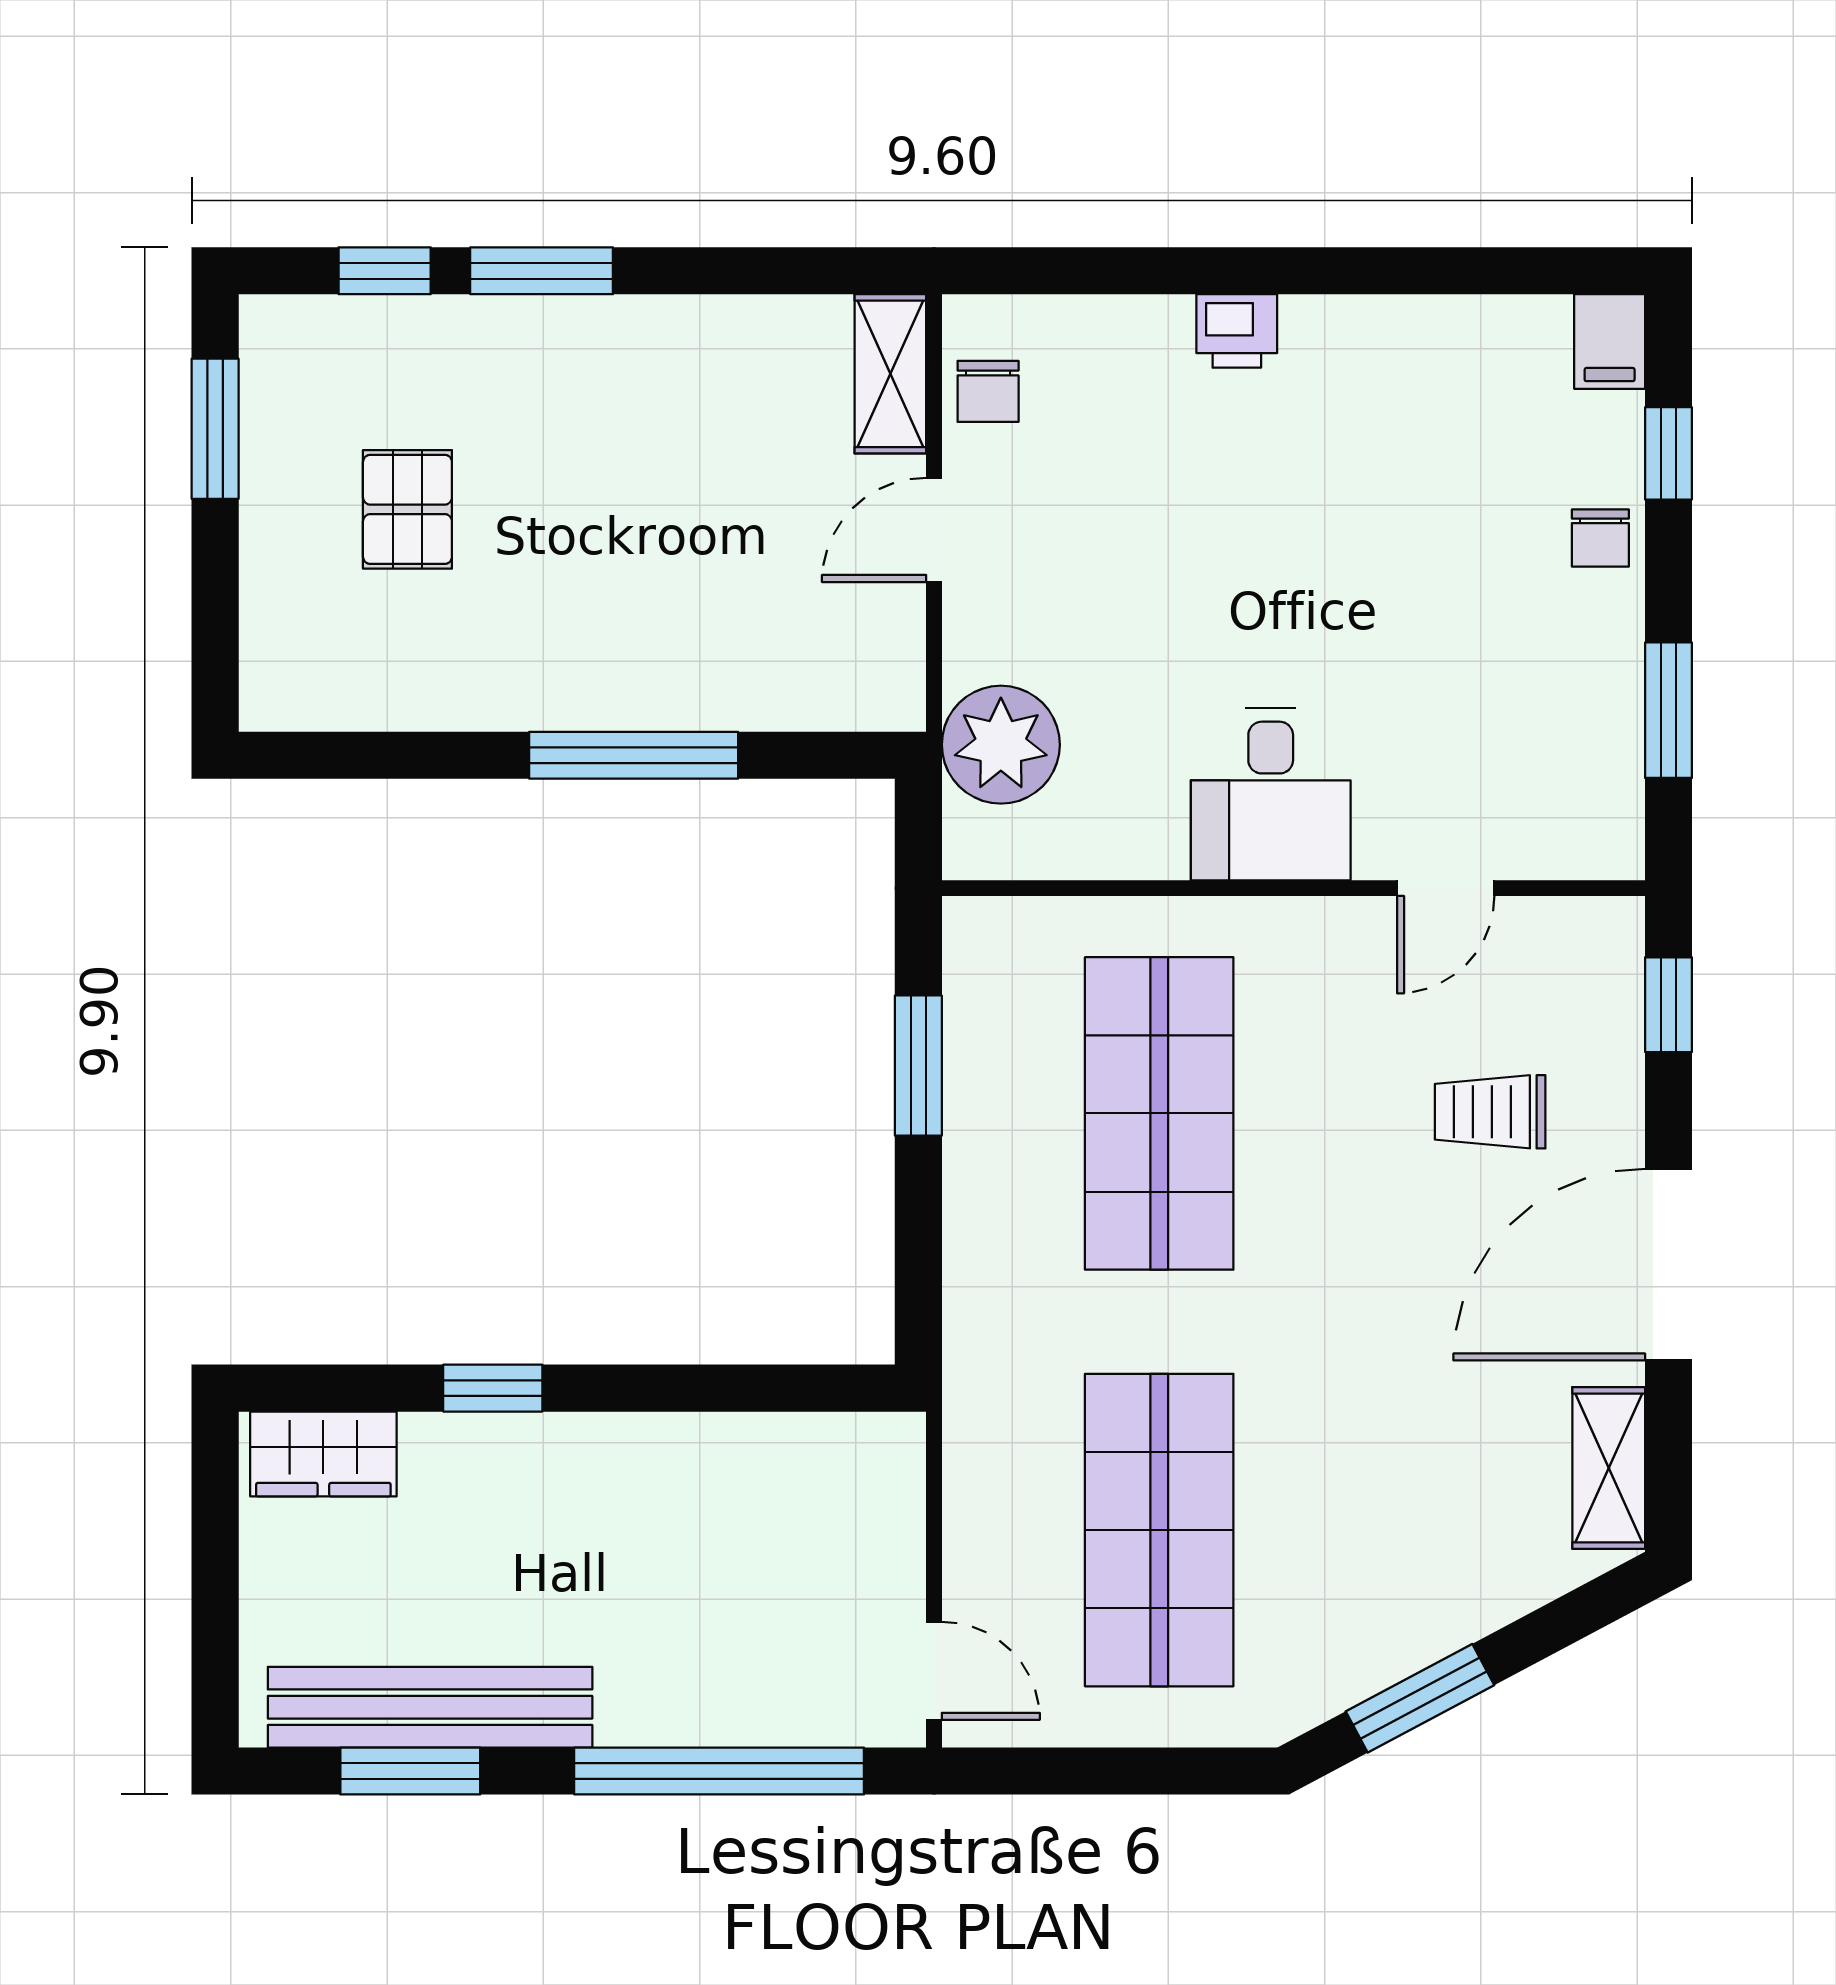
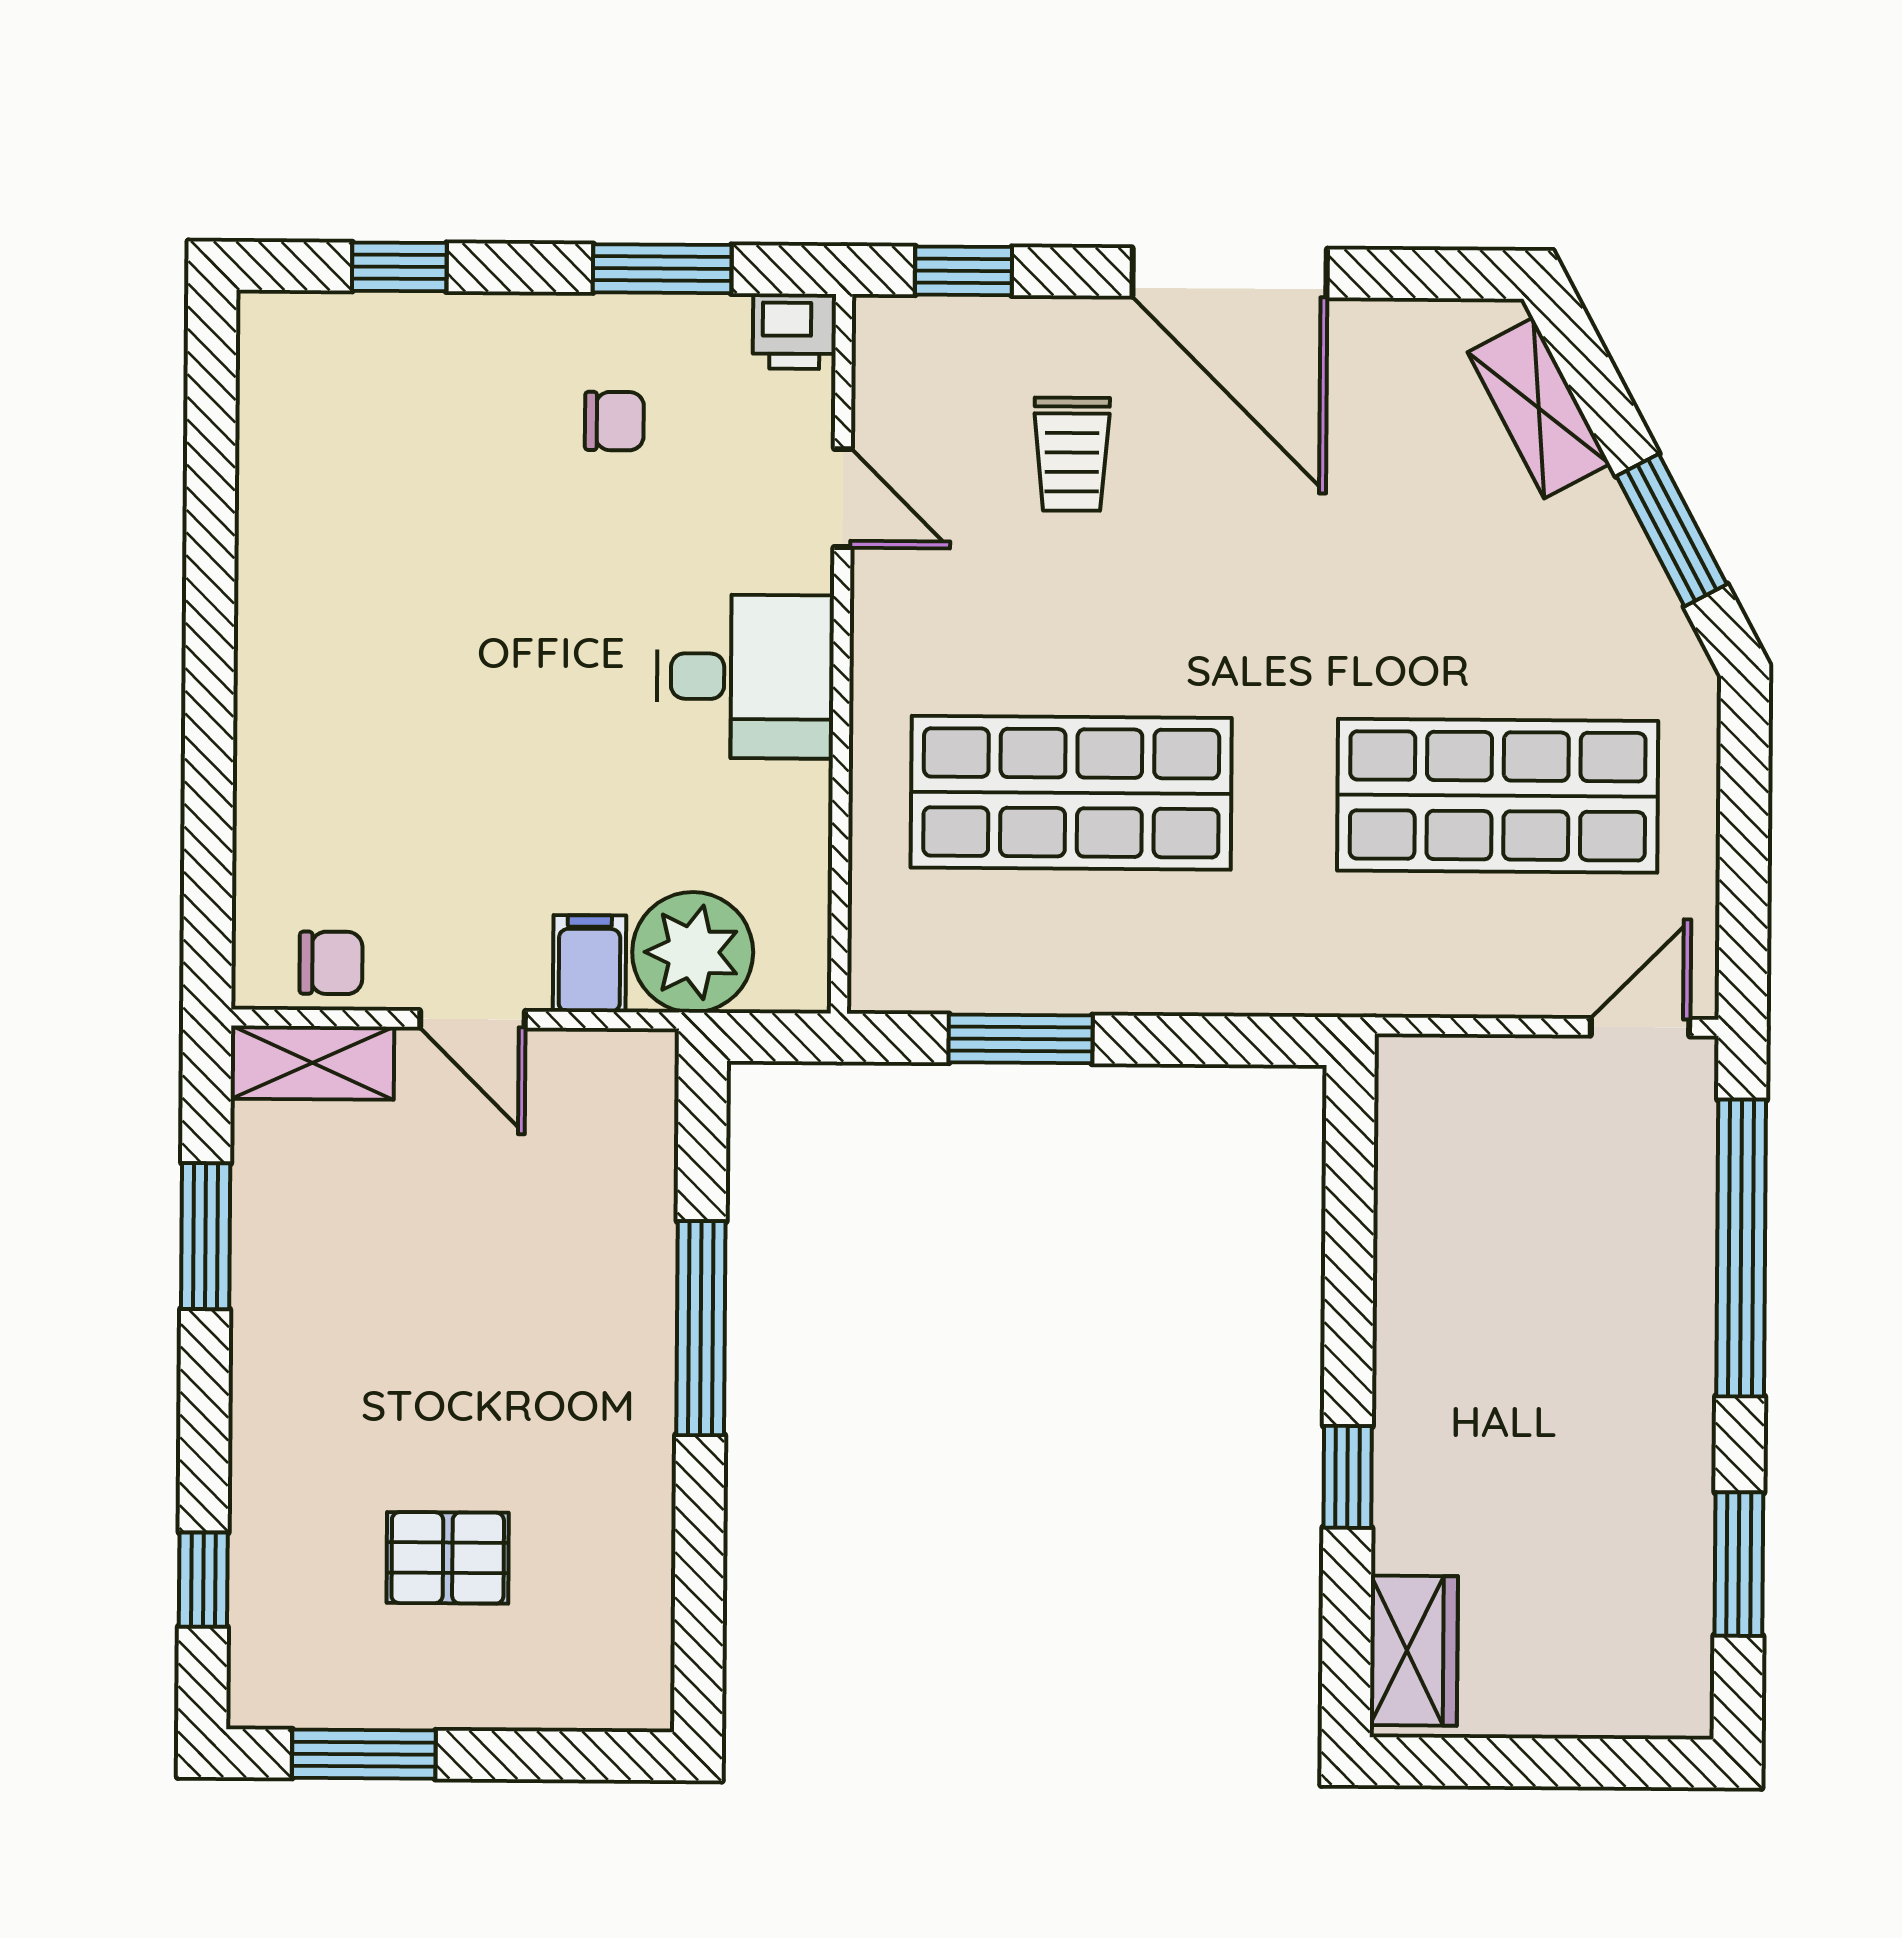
window: (542, 271) -> (206, 1236), moved
printer: (1237, 331) -> (794, 331), moved, turned 90
filing cabinet: (1610, 341) -> (589, 964), moved, turned -90
chair: (1600, 538) -> (614, 421), moved
shelving: (1609, 1468) -> (1539, 408), moved, turned 62
bench: (430, 1707) -> (1674, 1543), removed

